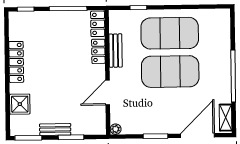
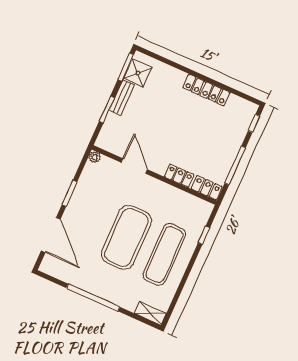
exercise mat: (170, 33) -> (164, 254), width x0.68
bench: (116, 51) -> (172, 193), removed
shower: (20, 104) -> (138, 73), moved
shelving: (226, 118) -> (150, 313), moved

